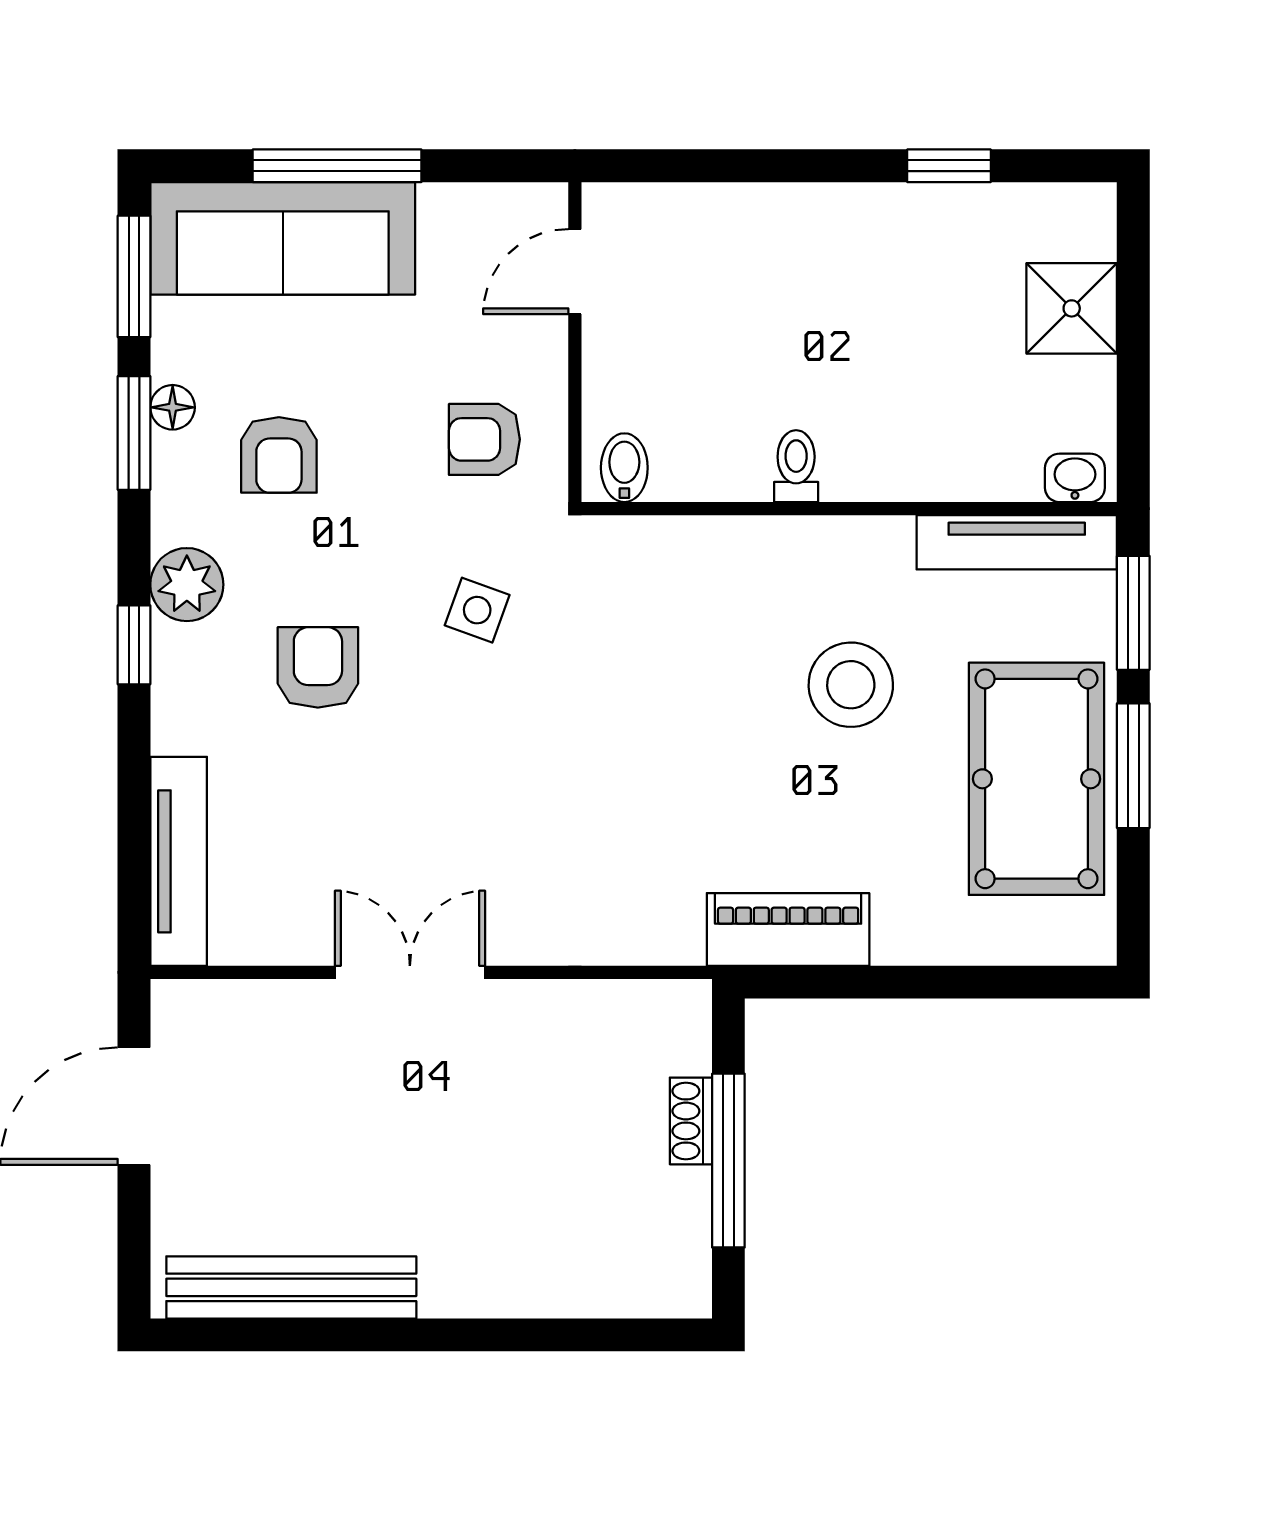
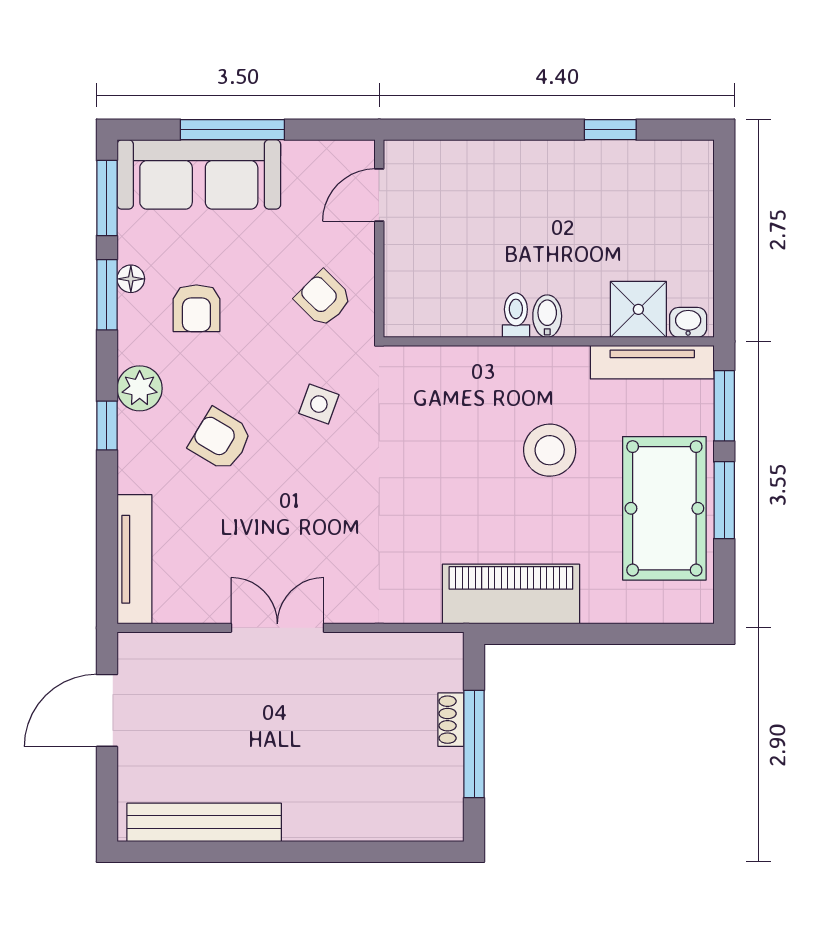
shower: (1072, 308) -> (638, 309), moved
armchair: (484, 439) -> (323, 299), turned 45
bidet: (624, 468) -> (547, 316), moved
armchair: (318, 667) -> (221, 440), turned -59
piano: (788, 929) -> (511, 594), width x1.37, depth x1.33

